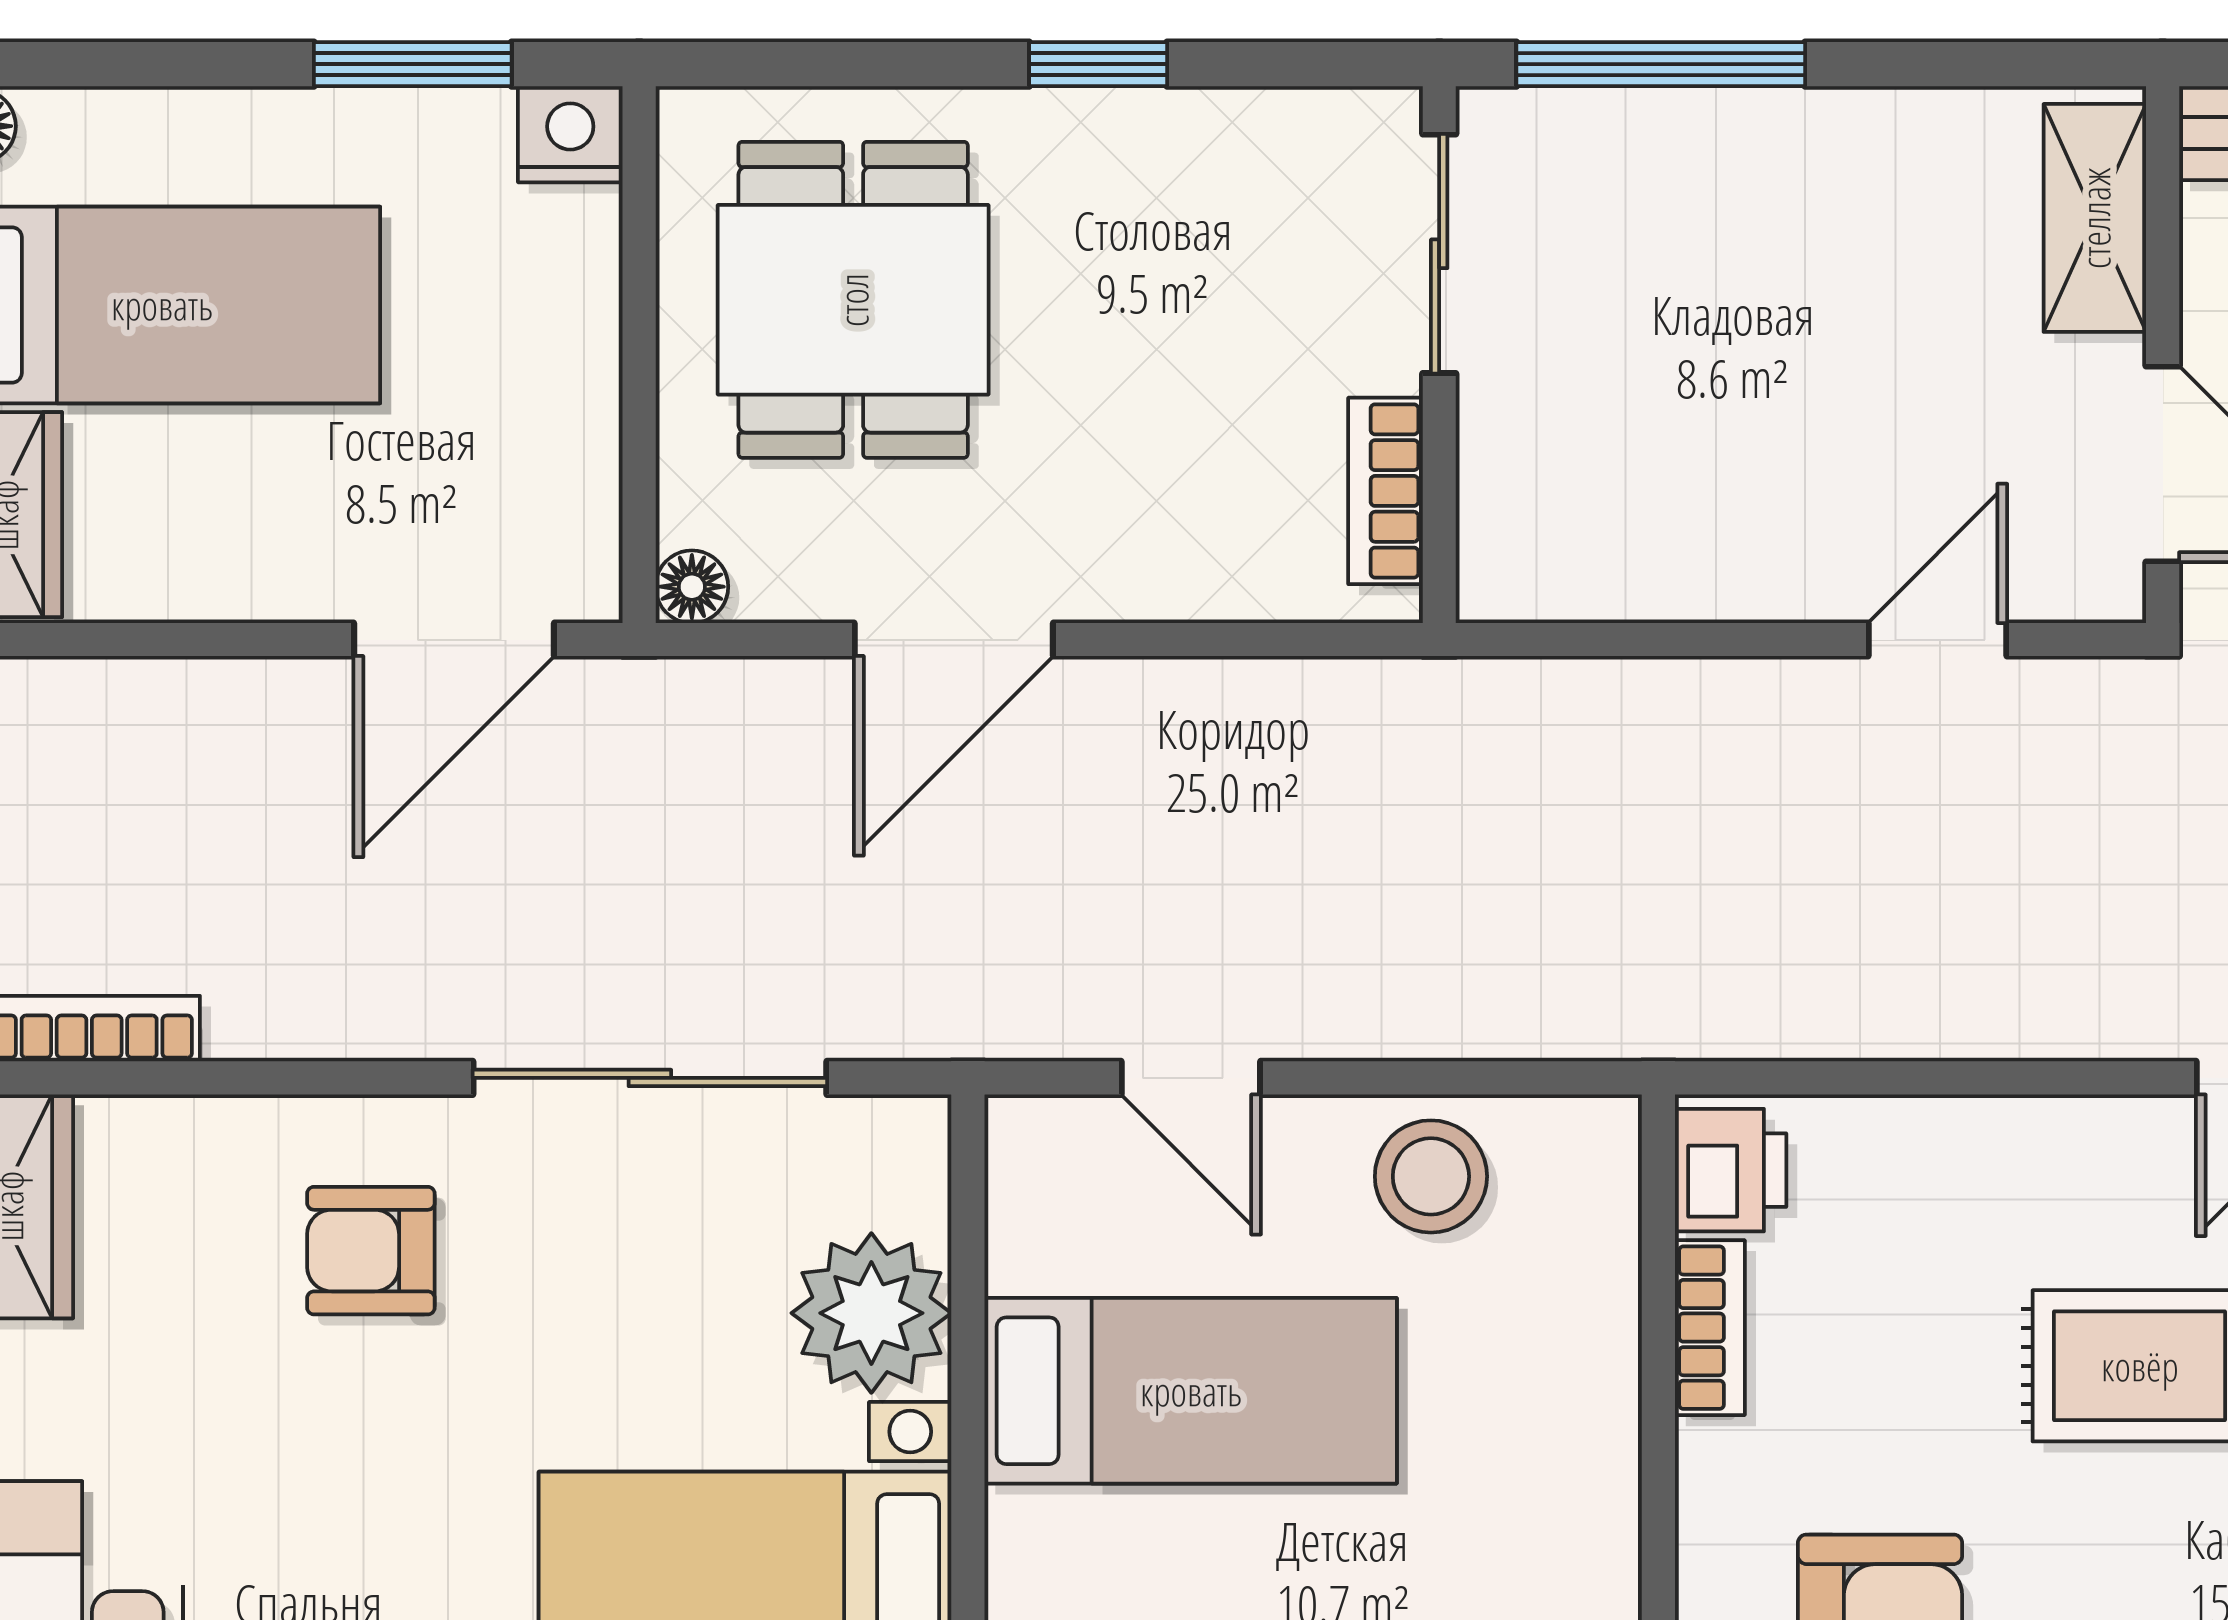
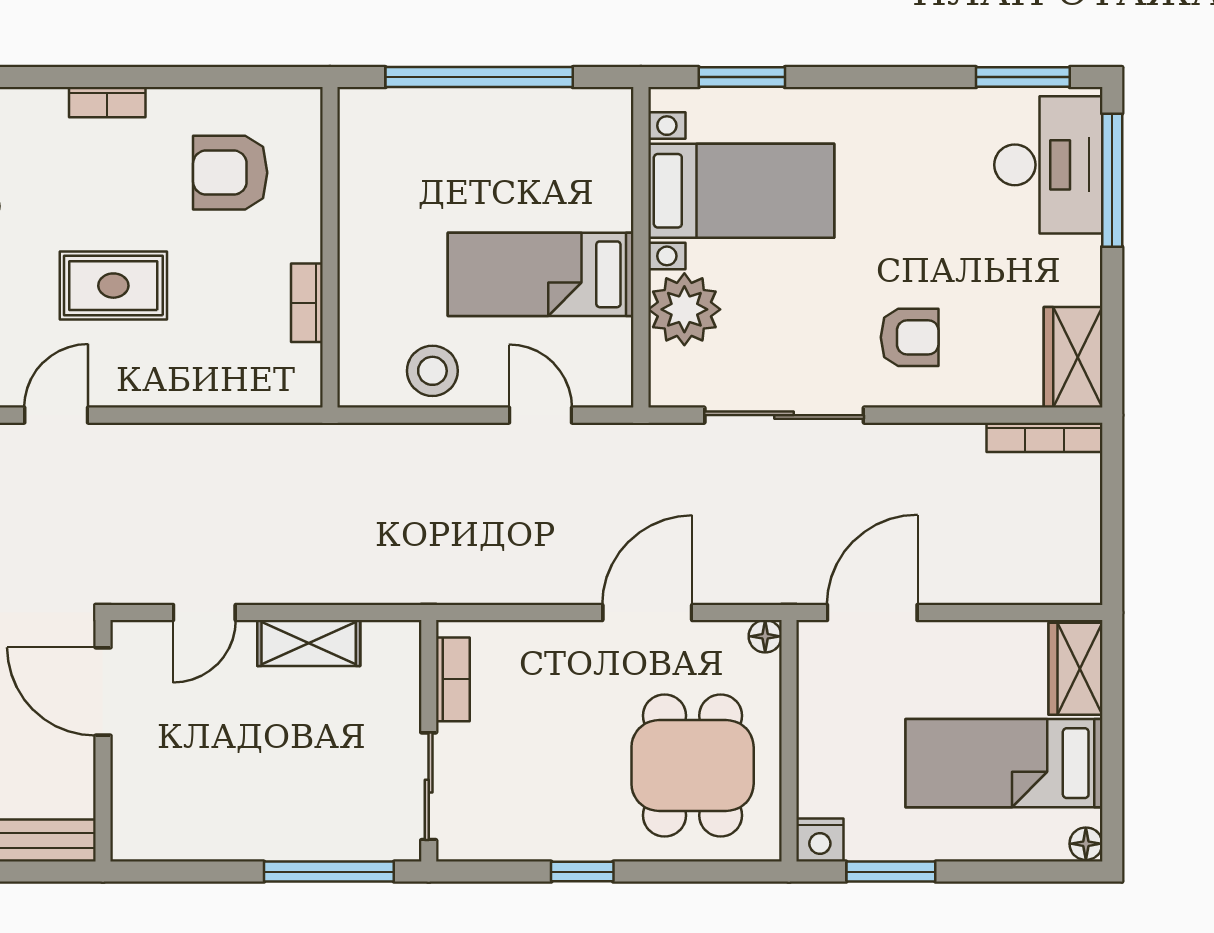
shelving: (2095, 218) -> (309, 643), moved, turned 90
printer: (1731, 1170) -> (297, 374), removed

